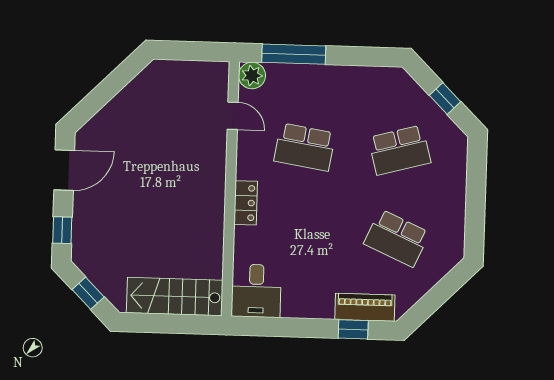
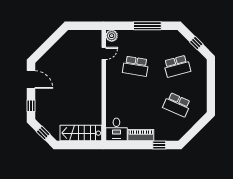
window: (294, 54) -> (147, 26), moved
door: (233, 116) -> (104, 53), hinge flipped
door: (64, 170) -> (31, 79), hinge flipped
locker: (246, 203) -> (111, 91), removed
piano: (365, 307) -> (141, 135), moved

